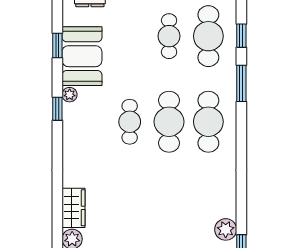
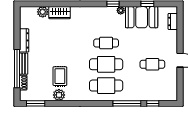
cafe table: (208, 36) -> (152, 86), removed
window: (241, 83) -> (127, 103), width x1.44
rug: (191, 207) -> (60, 76), added
plant: (226, 229) -> (59, 95), moved

